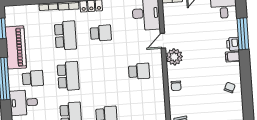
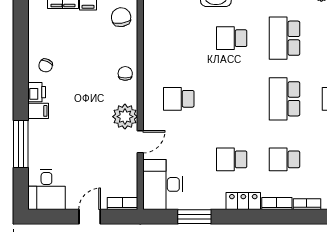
school desk: (65, 35) -> (285, 159), width x0.54
printer: (233, 44) -> (37, 92), moved

